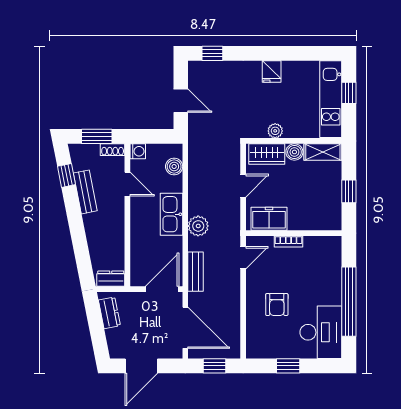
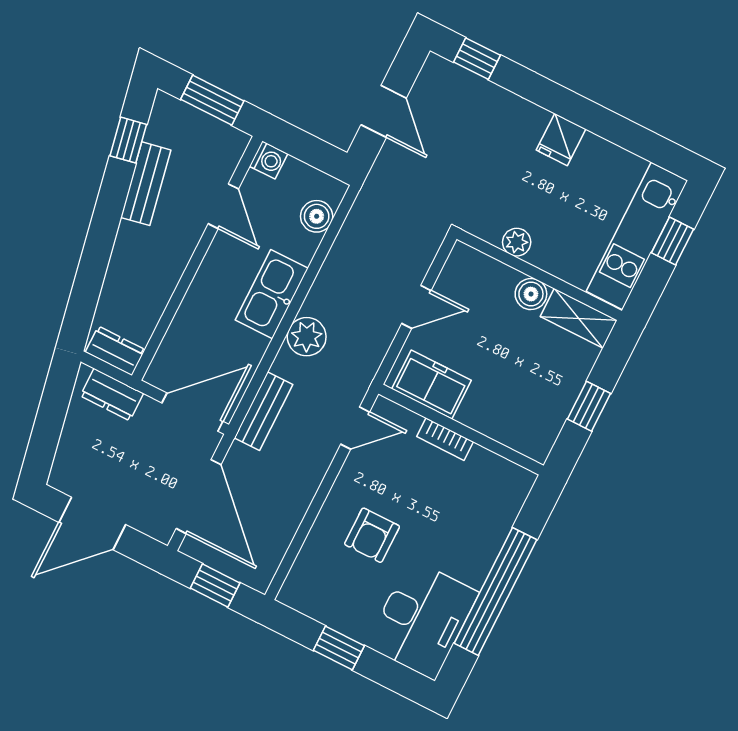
shoe rack: (113, 150) -> (228, 136), removed
wardrobe: (267, 154) -> (483, 274), removed
dresser: (109, 313) -> (112, 395), moved, turned 101

